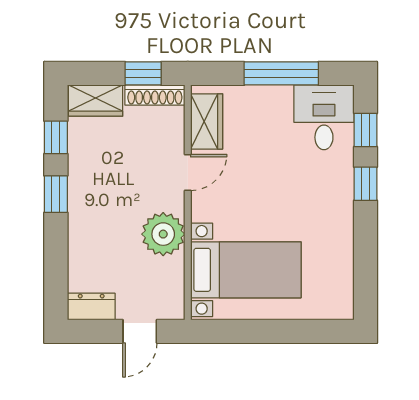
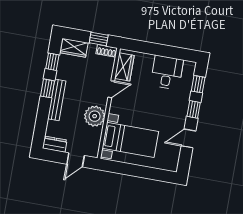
window: (281, 73) -> (163, 51), removed
shoe rack: (155, 95) -> (107, 51), width x0.70
desk: (324, 117) -> (167, 72), moved
bench: (79, 215) -> (57, 100), added
door: (365, 246) -> (189, 138), added

